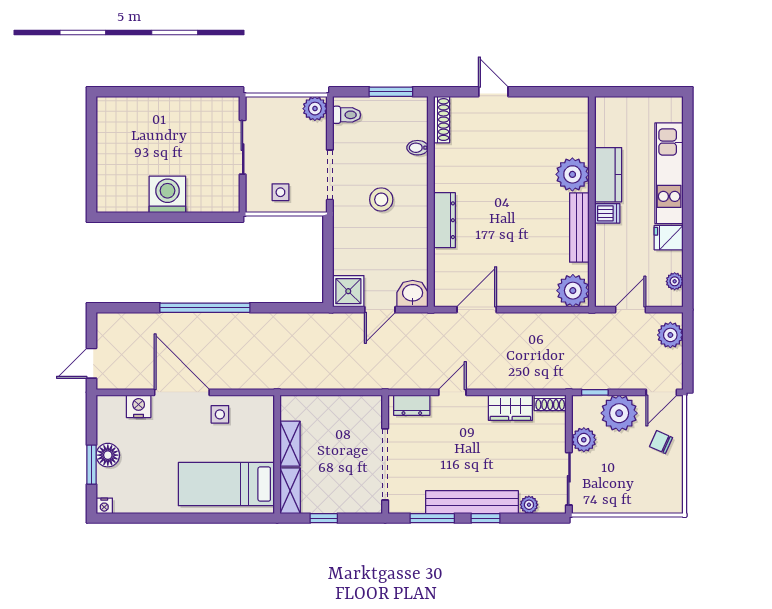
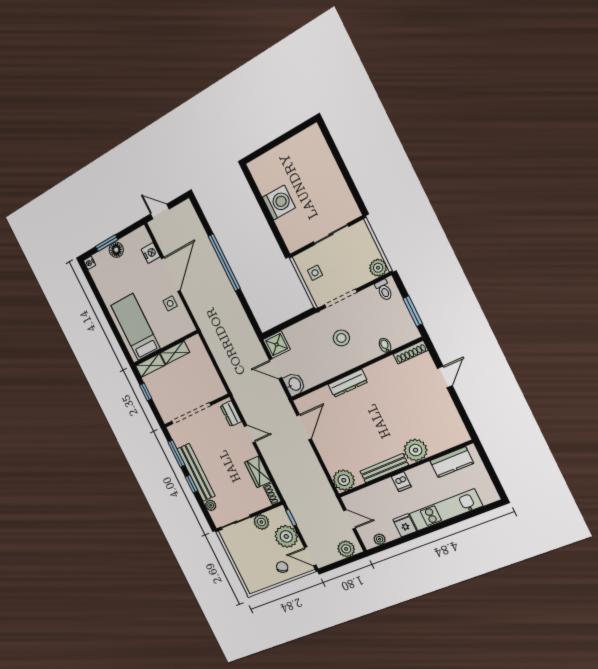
kitchen counter: (608, 175) -> (452, 462), moved
door: (477, 310) -> (304, 427), hinge flipped

